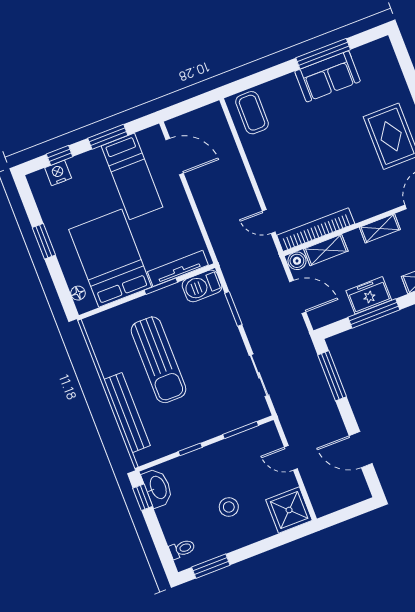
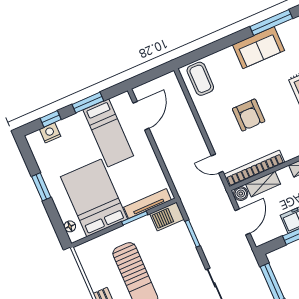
window: (323, 54) -> (271, 23), moved
door: (175, 156) -> (141, 116), hinge flipped
armchair: (311, 161) -> (249, 115), added
door: (298, 297) -> (243, 222), hinge flipped

